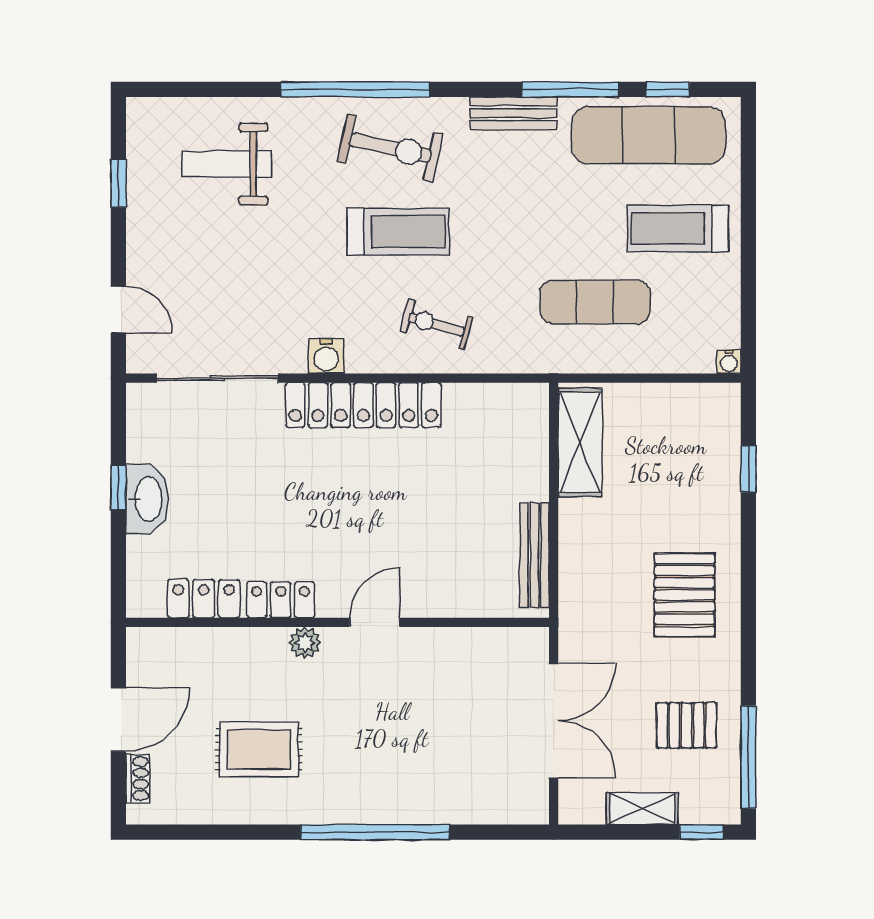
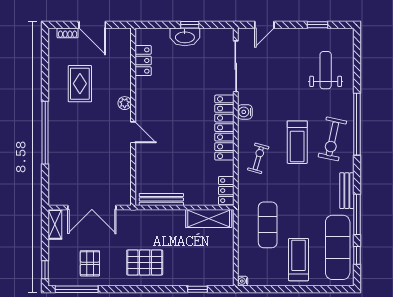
locker: (281, 600) -> (226, 191), moved, turned 180
shelving: (642, 809) -> (55, 224), moved

